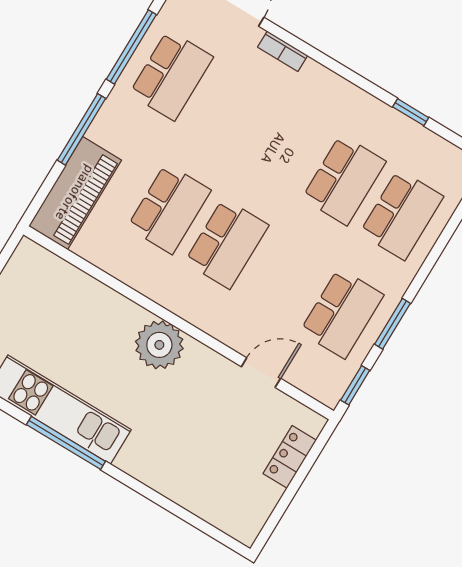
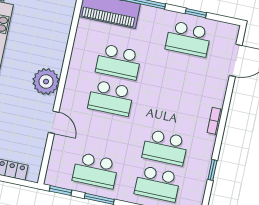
window: (131, 47) -> (196, 13), width x0.46
bookcase: (283, 51) -> (215, 121), moved
door: (261, 373) -> (54, 122), moved

